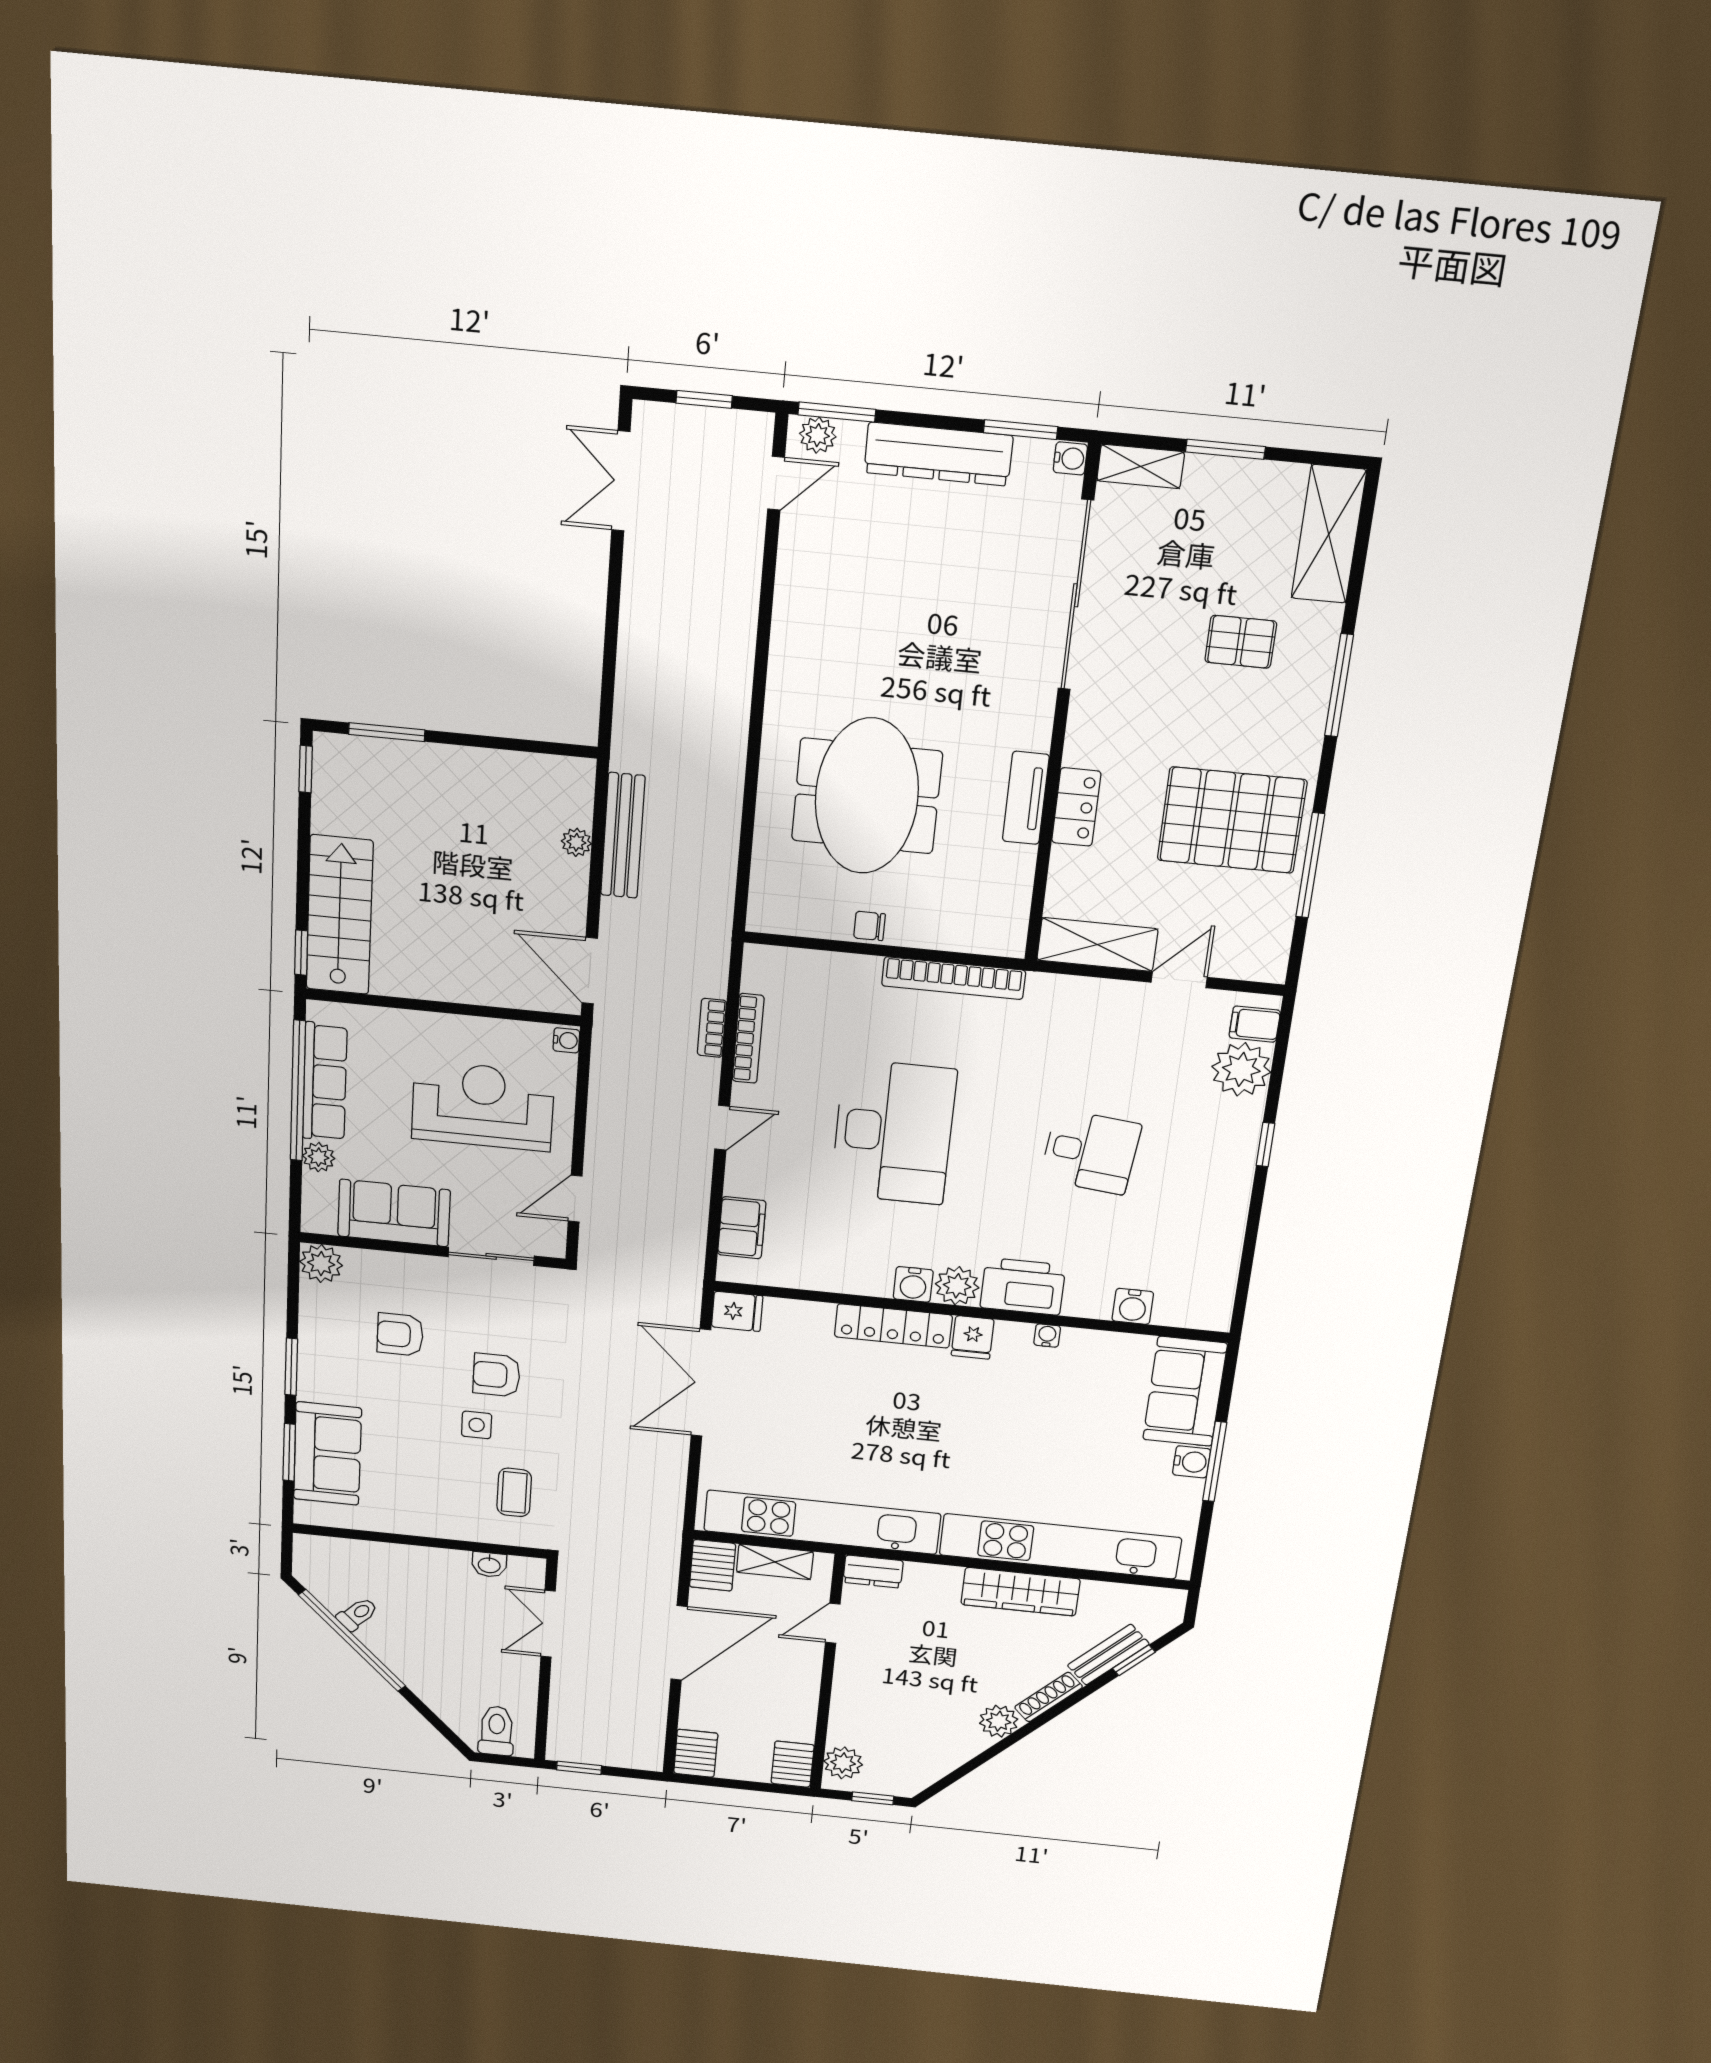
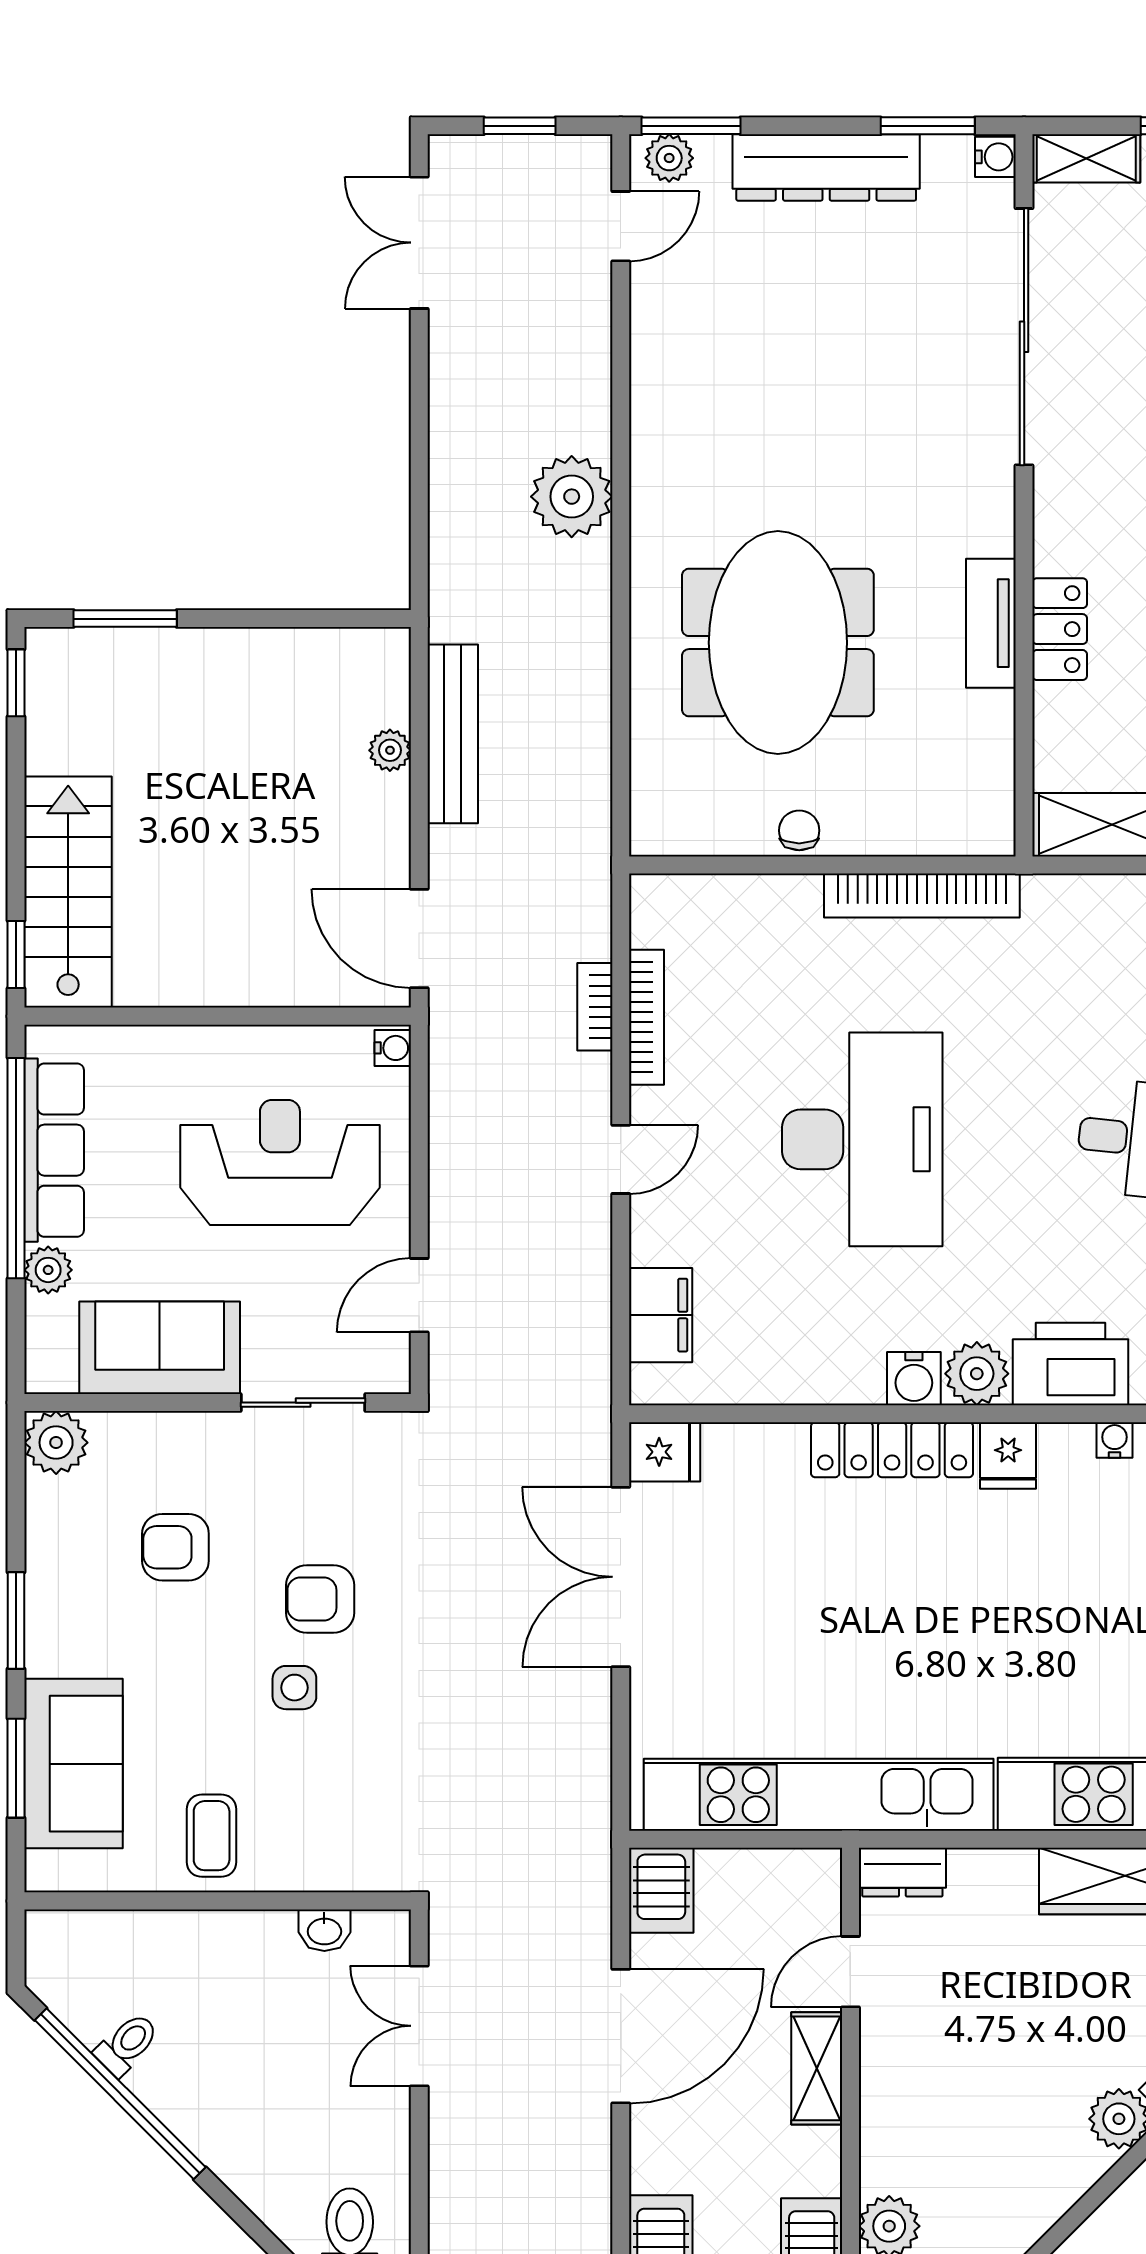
plant: (723, 678) -> (572, 497), added
chair: (869, 926) -> (799, 830), turned 90
coffee table: (514, 1492) -> (212, 1836), moved
shelving: (775, 1562) -> (817, 2068), moved, turned 90

